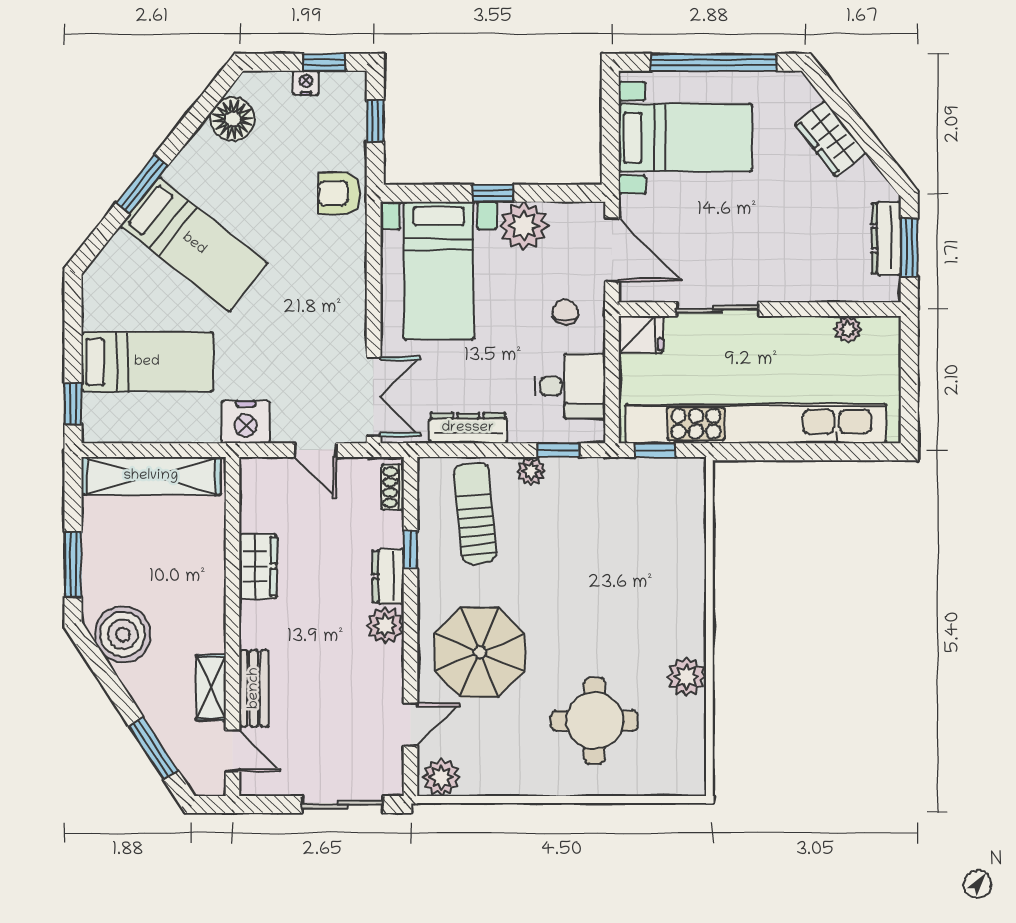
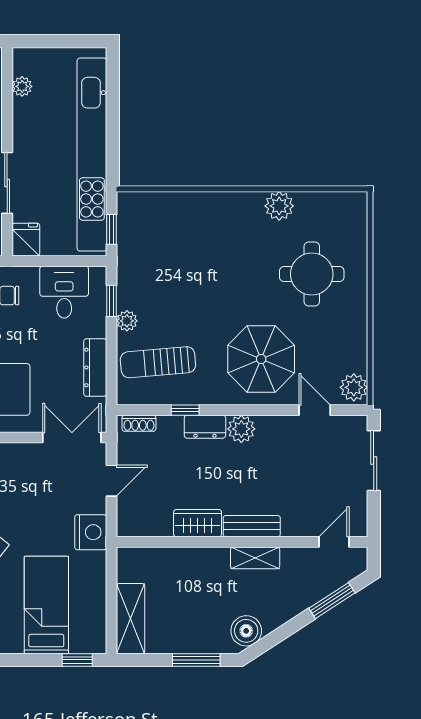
shelving: (151, 476) -> (131, 619), width x0.68
boiler: (123, 634) -> (246, 631), width x0.73, depth x0.73
shelving: (211, 688) -> (255, 558), moved
bench: (254, 688) -> (252, 526), moved

